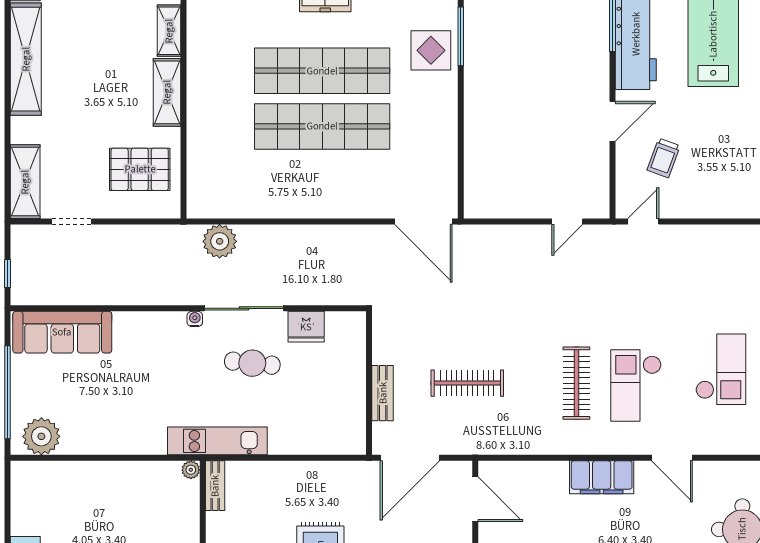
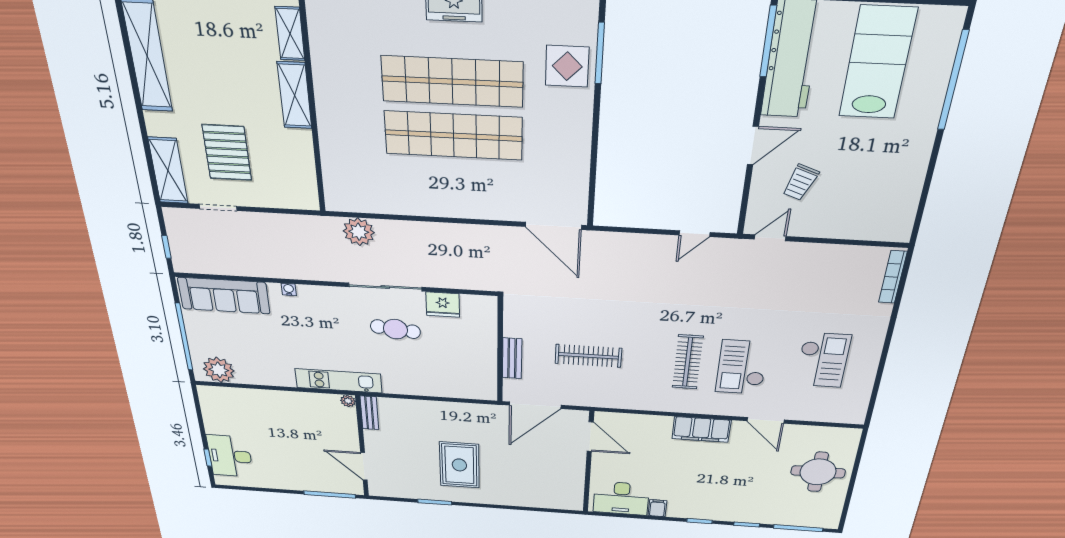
pallet: (140, 169) -> (227, 153), moved, turned 90
water cooler: (195, 319) -> (289, 289), moved
kitchen unit: (217, 441) -> (339, 381), moved

